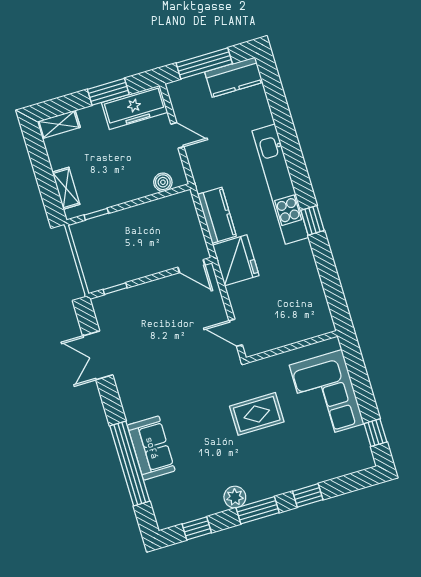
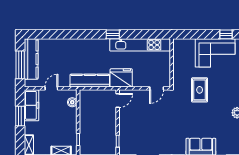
kitchen counter: (234, 77) -> (31, 59), width x1.50
kitchen unit: (280, 184) -> (140, 45), moved
kitchen counter: (217, 215) -> (90, 81), width x1.50
corner sofa: (327, 394) -> (215, 53), moved

